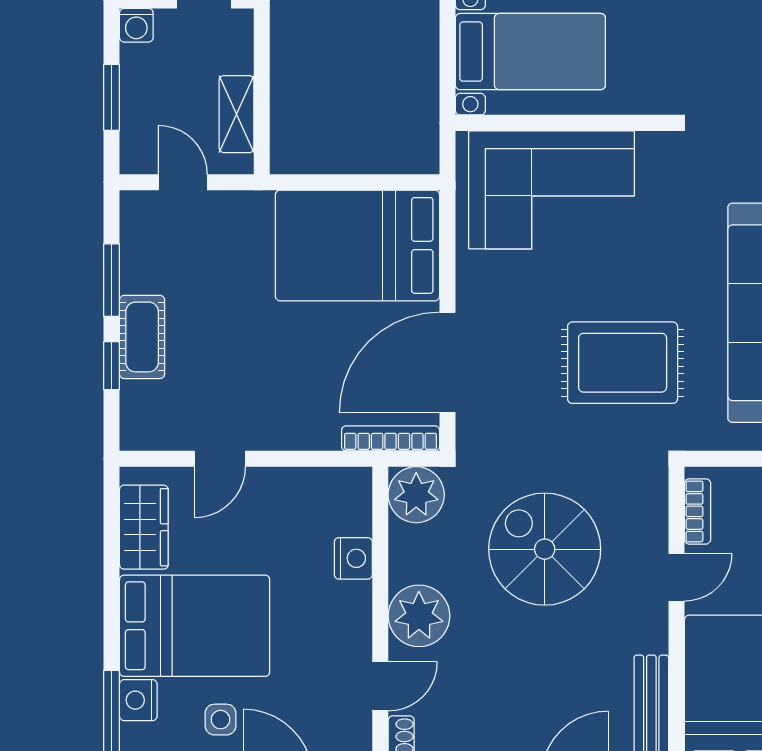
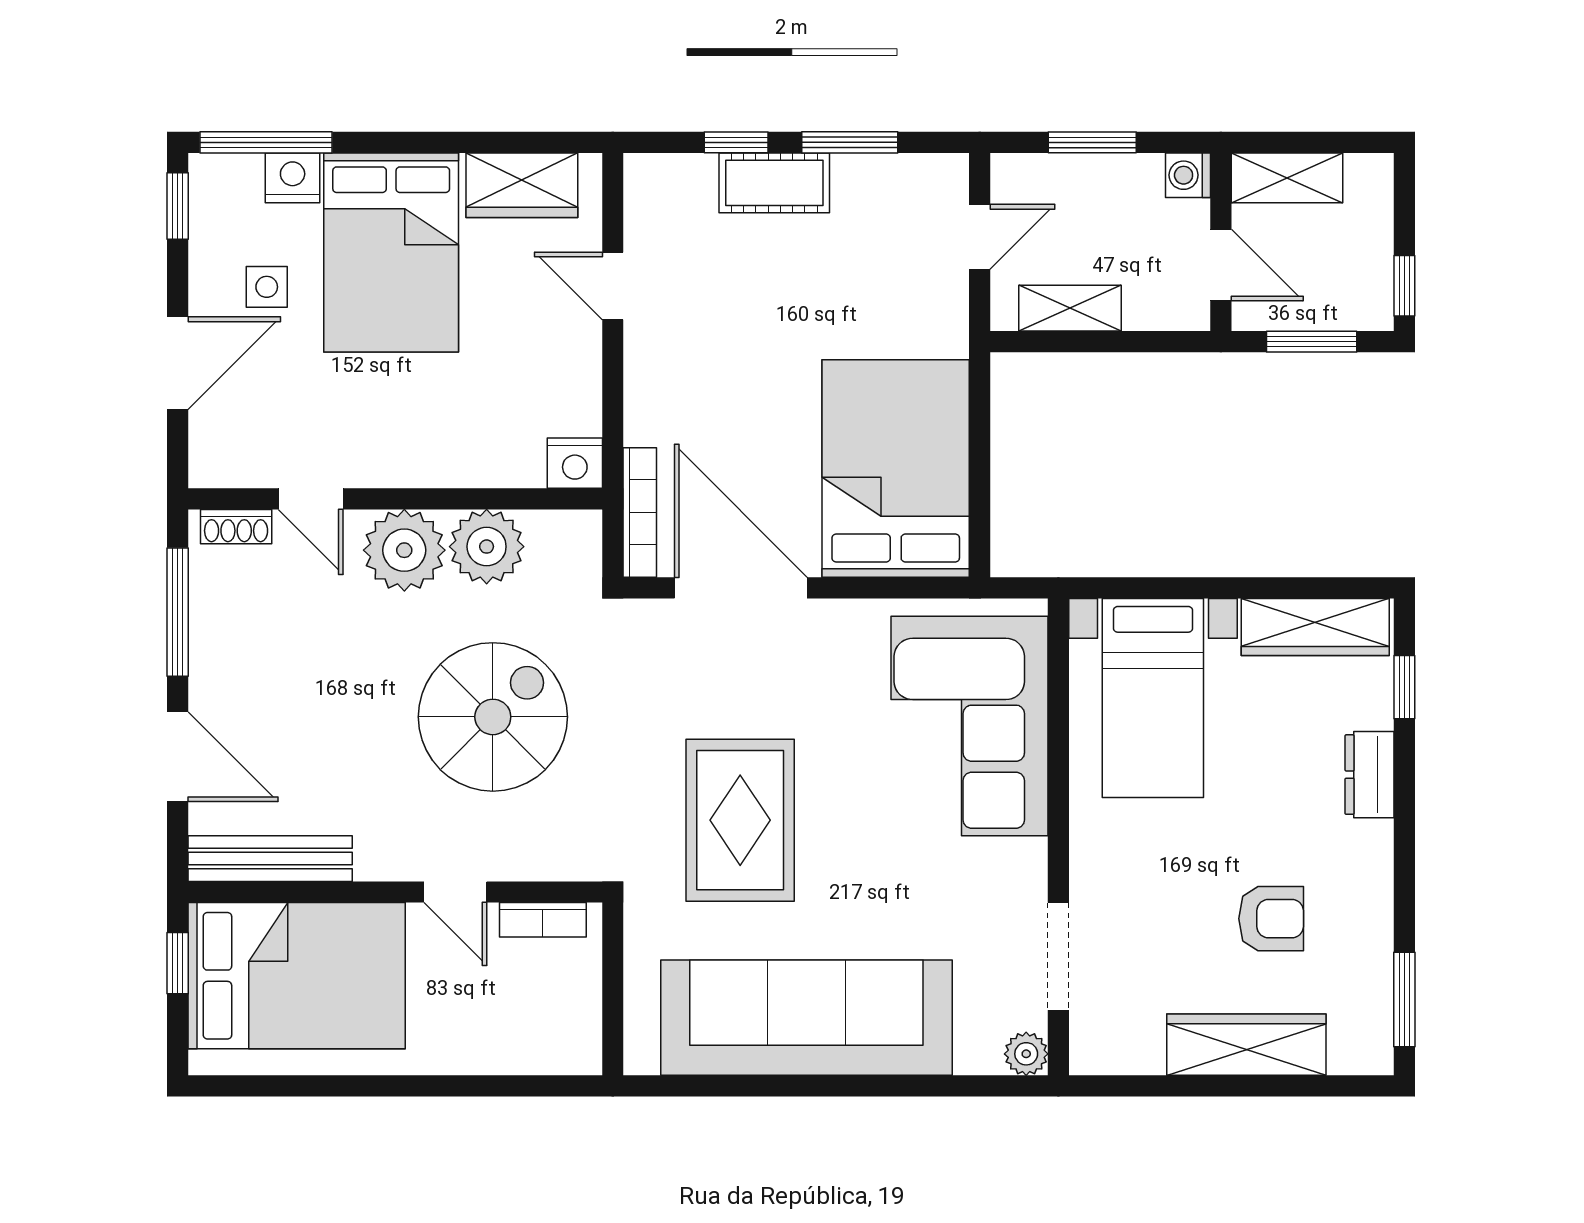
plant: (416, 495) -> (487, 547), moved
nightstand: (353, 558) -> (575, 463), moved

